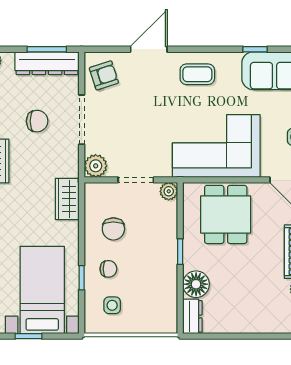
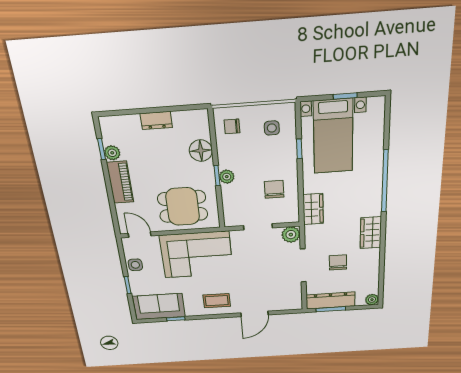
armchair: (104, 75) -> (287, 295), removed
chair: (37, 121) -> (338, 262), turned 90
plant: (169, 191) -> (227, 177), moved
dining table: (226, 214) -> (183, 206), turned 90
chair: (108, 269) -> (232, 126), moved
dresser: (192, 316) -> (156, 120), moved, turned -90

